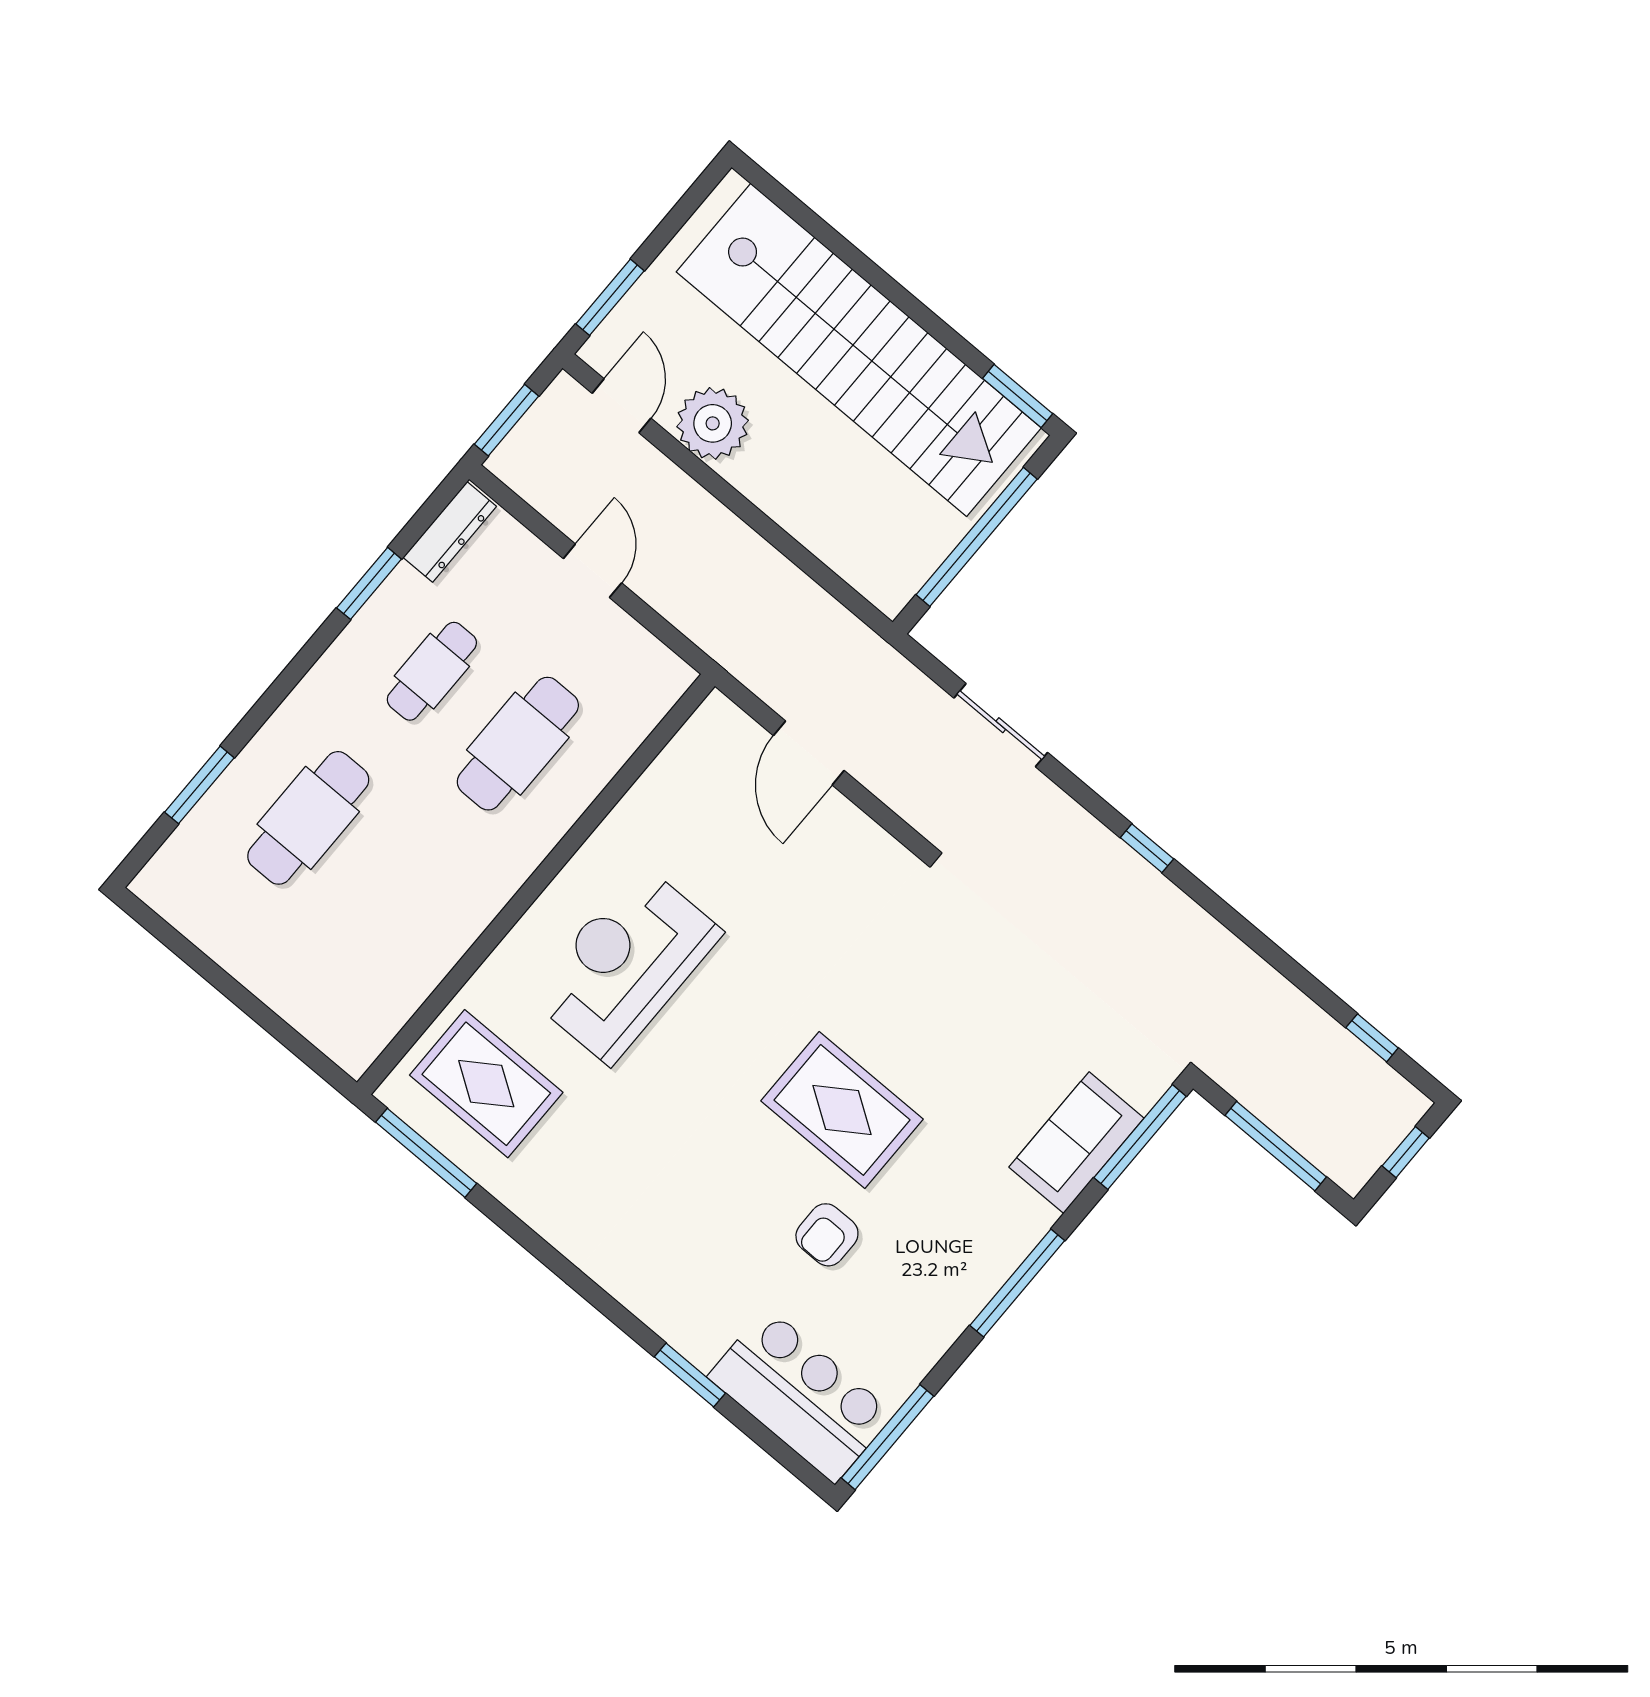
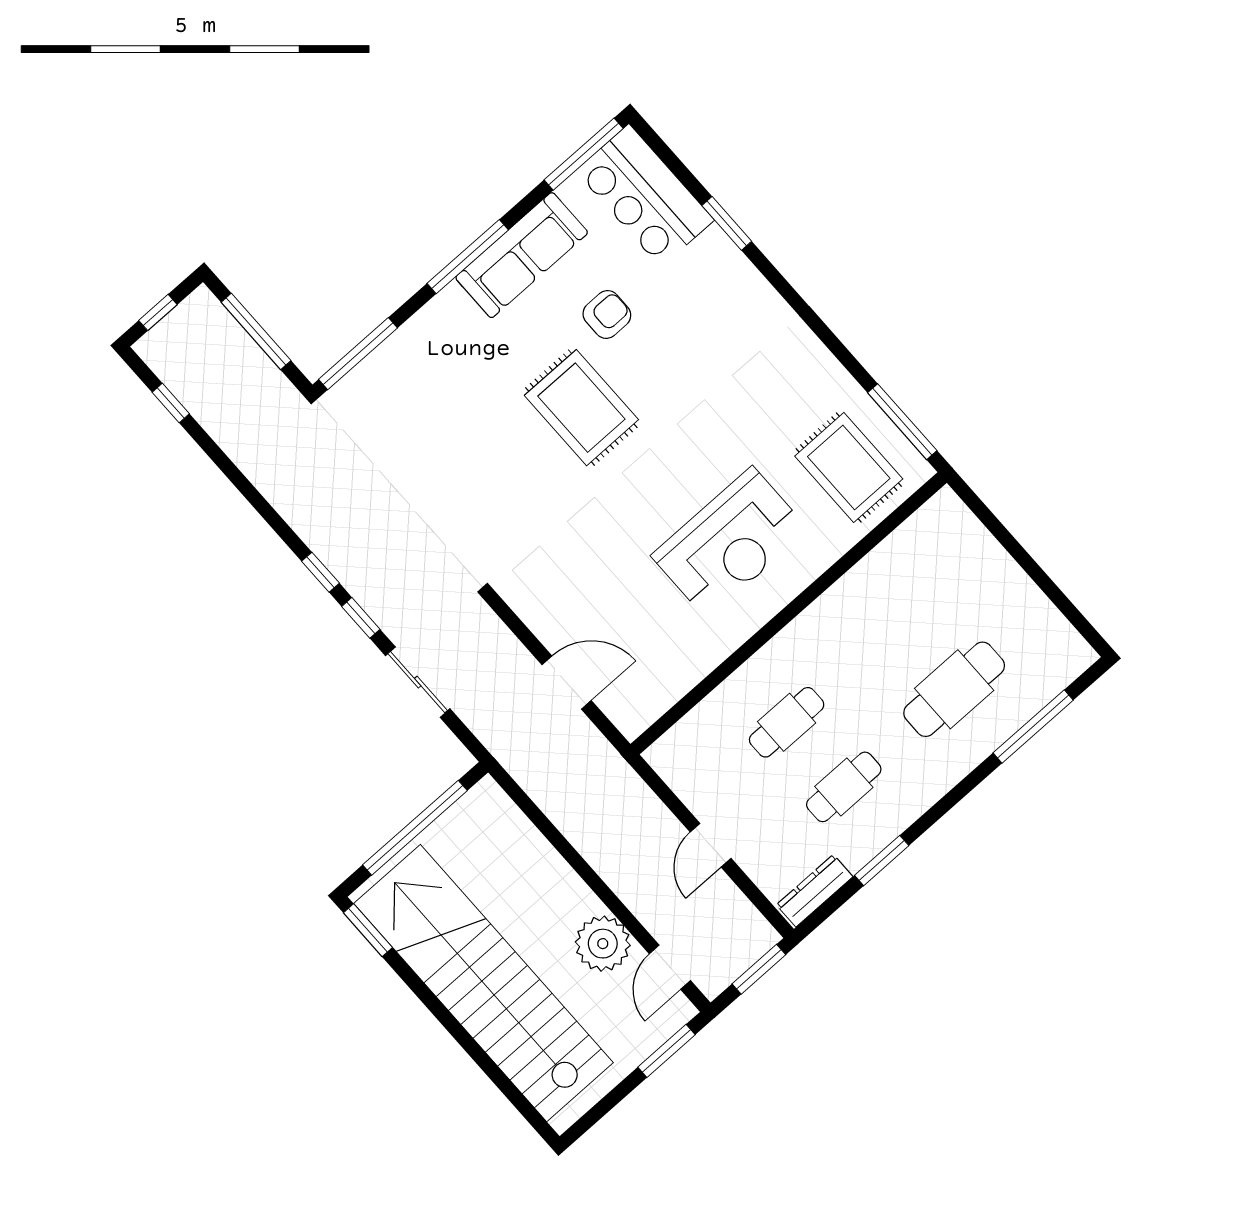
cafe table: (518, 744) -> (787, 722), width x0.73, depth x0.74
door: (809, 753) -> (567, 683), hinge flipped
window: (199, 785) -> (1033, 727), width x1.44
window: (1086, 797) -> (361, 618), added
sofa: (1076, 1143) -> (522, 255), moved, width x1.36

